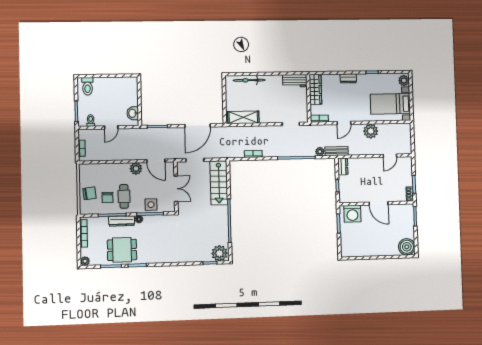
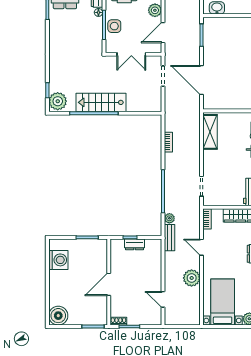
dresser: (343, 167) -> (134, 244), moved
stairs: (219, 183) -> (101, 102), moved
washing machine: (352, 214) -> (58, 260), moved, turned 180

